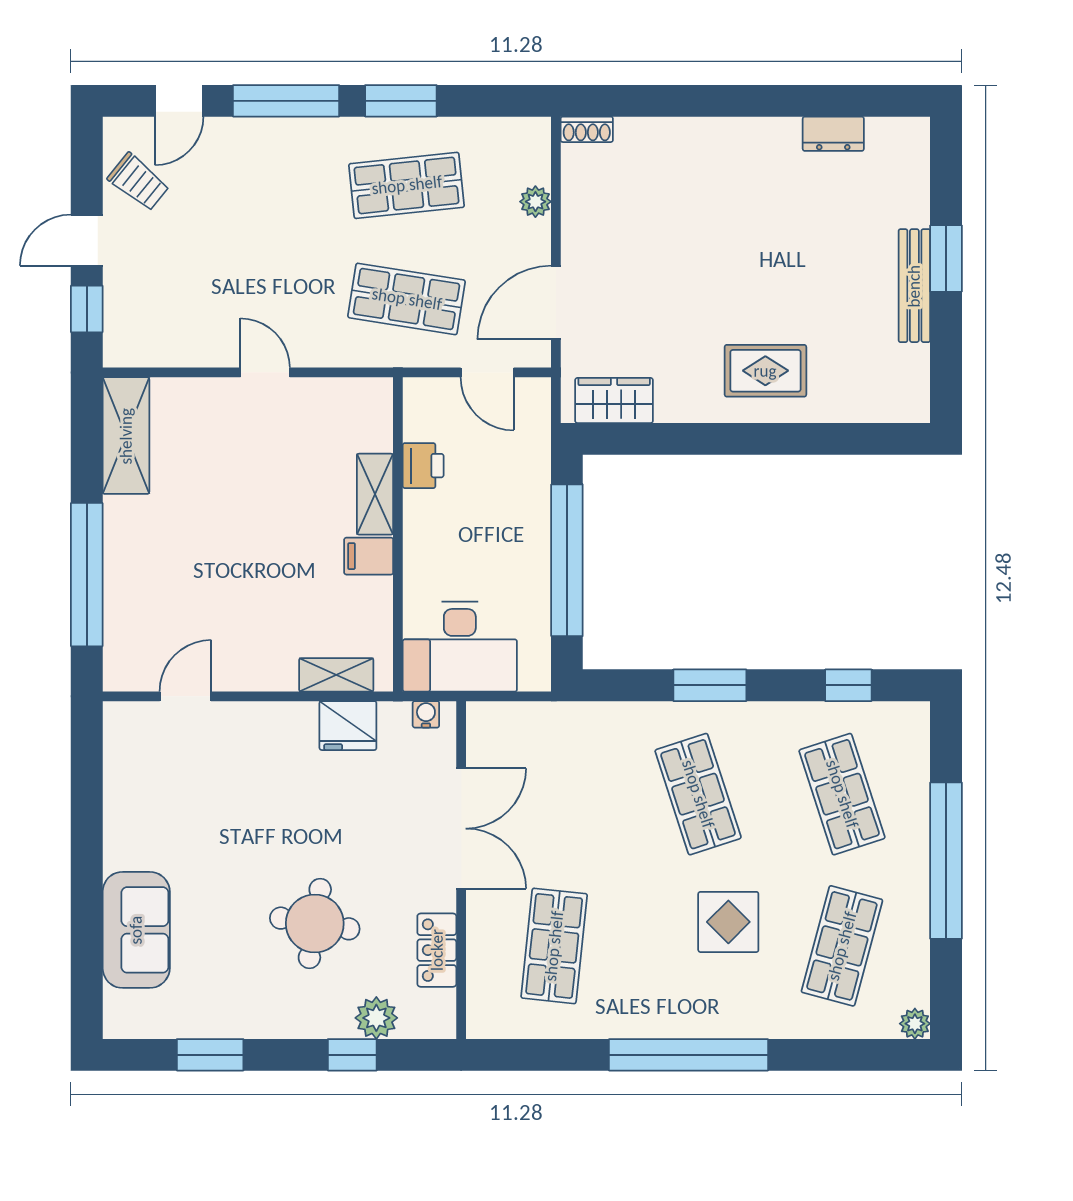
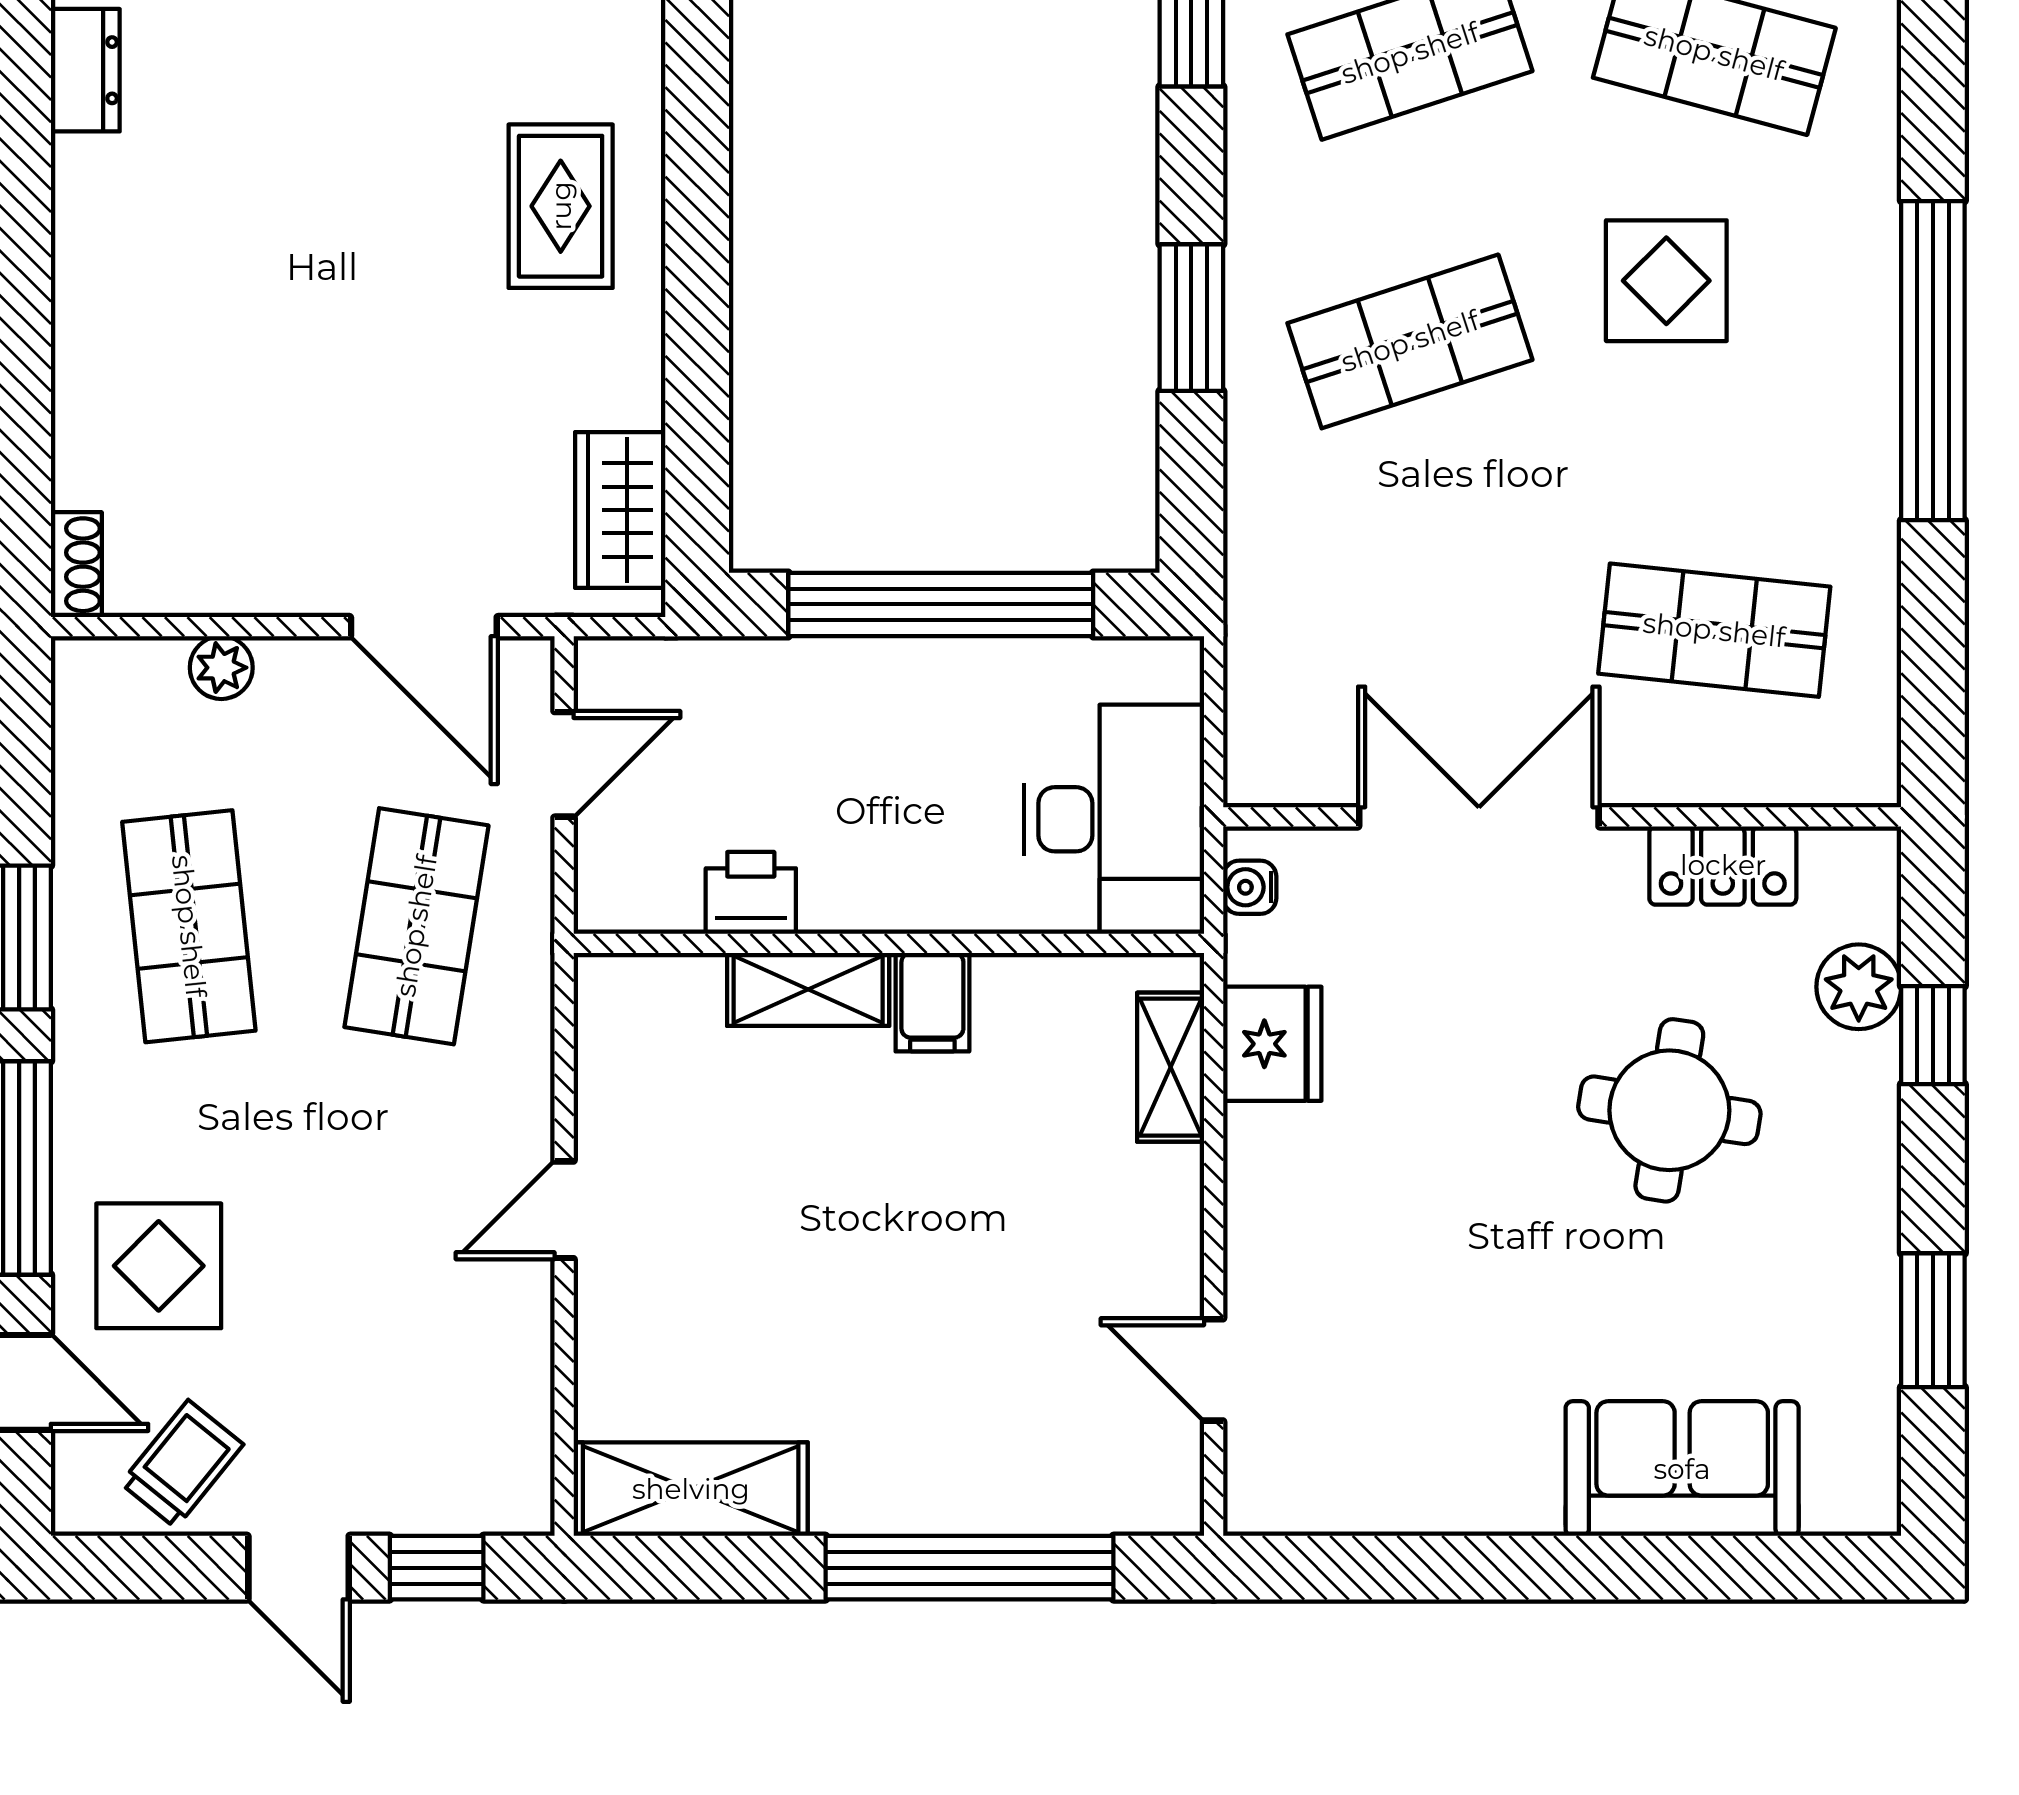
display table: (237, 170) -> (159, 1266), added

